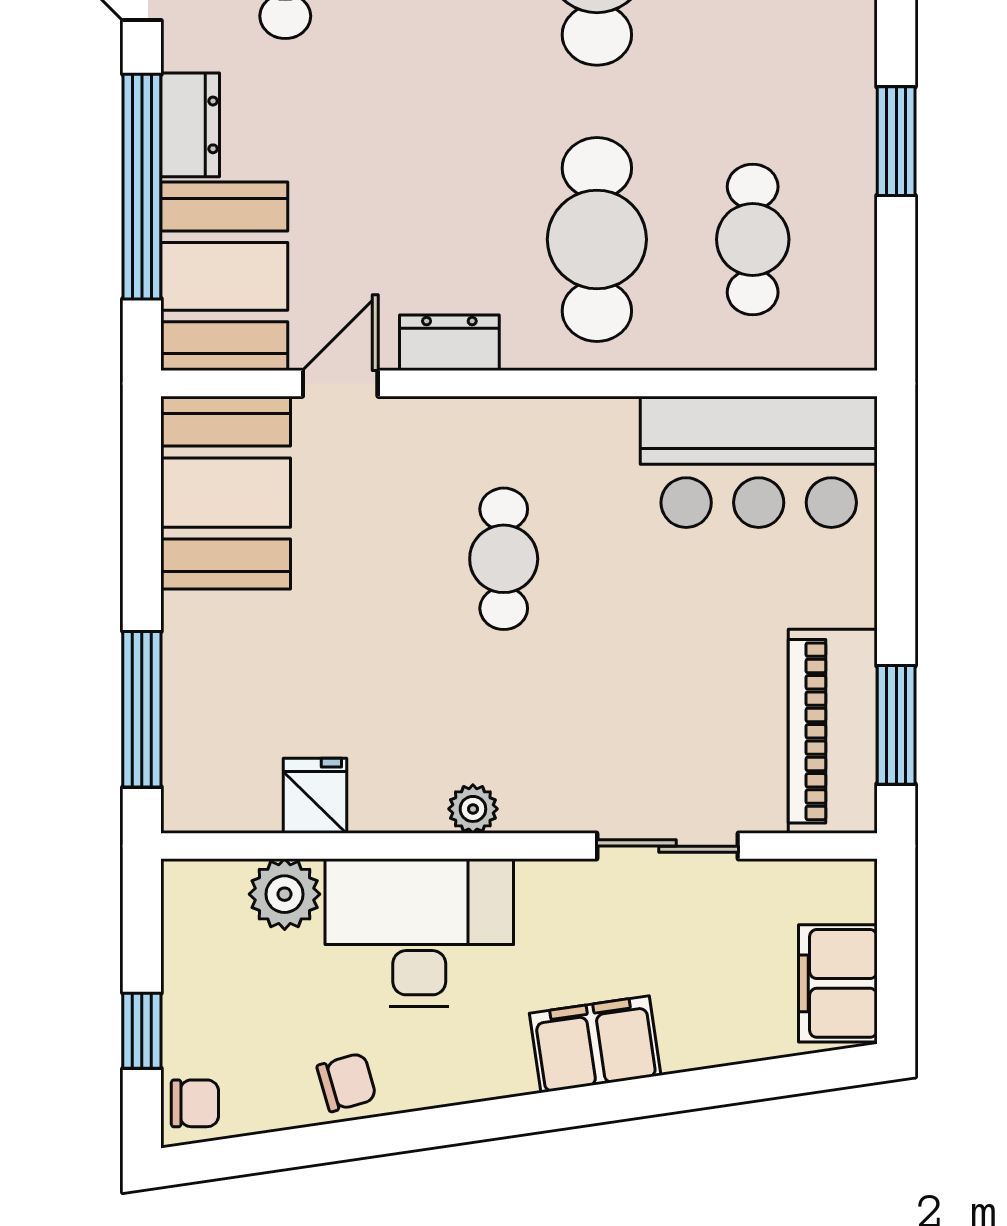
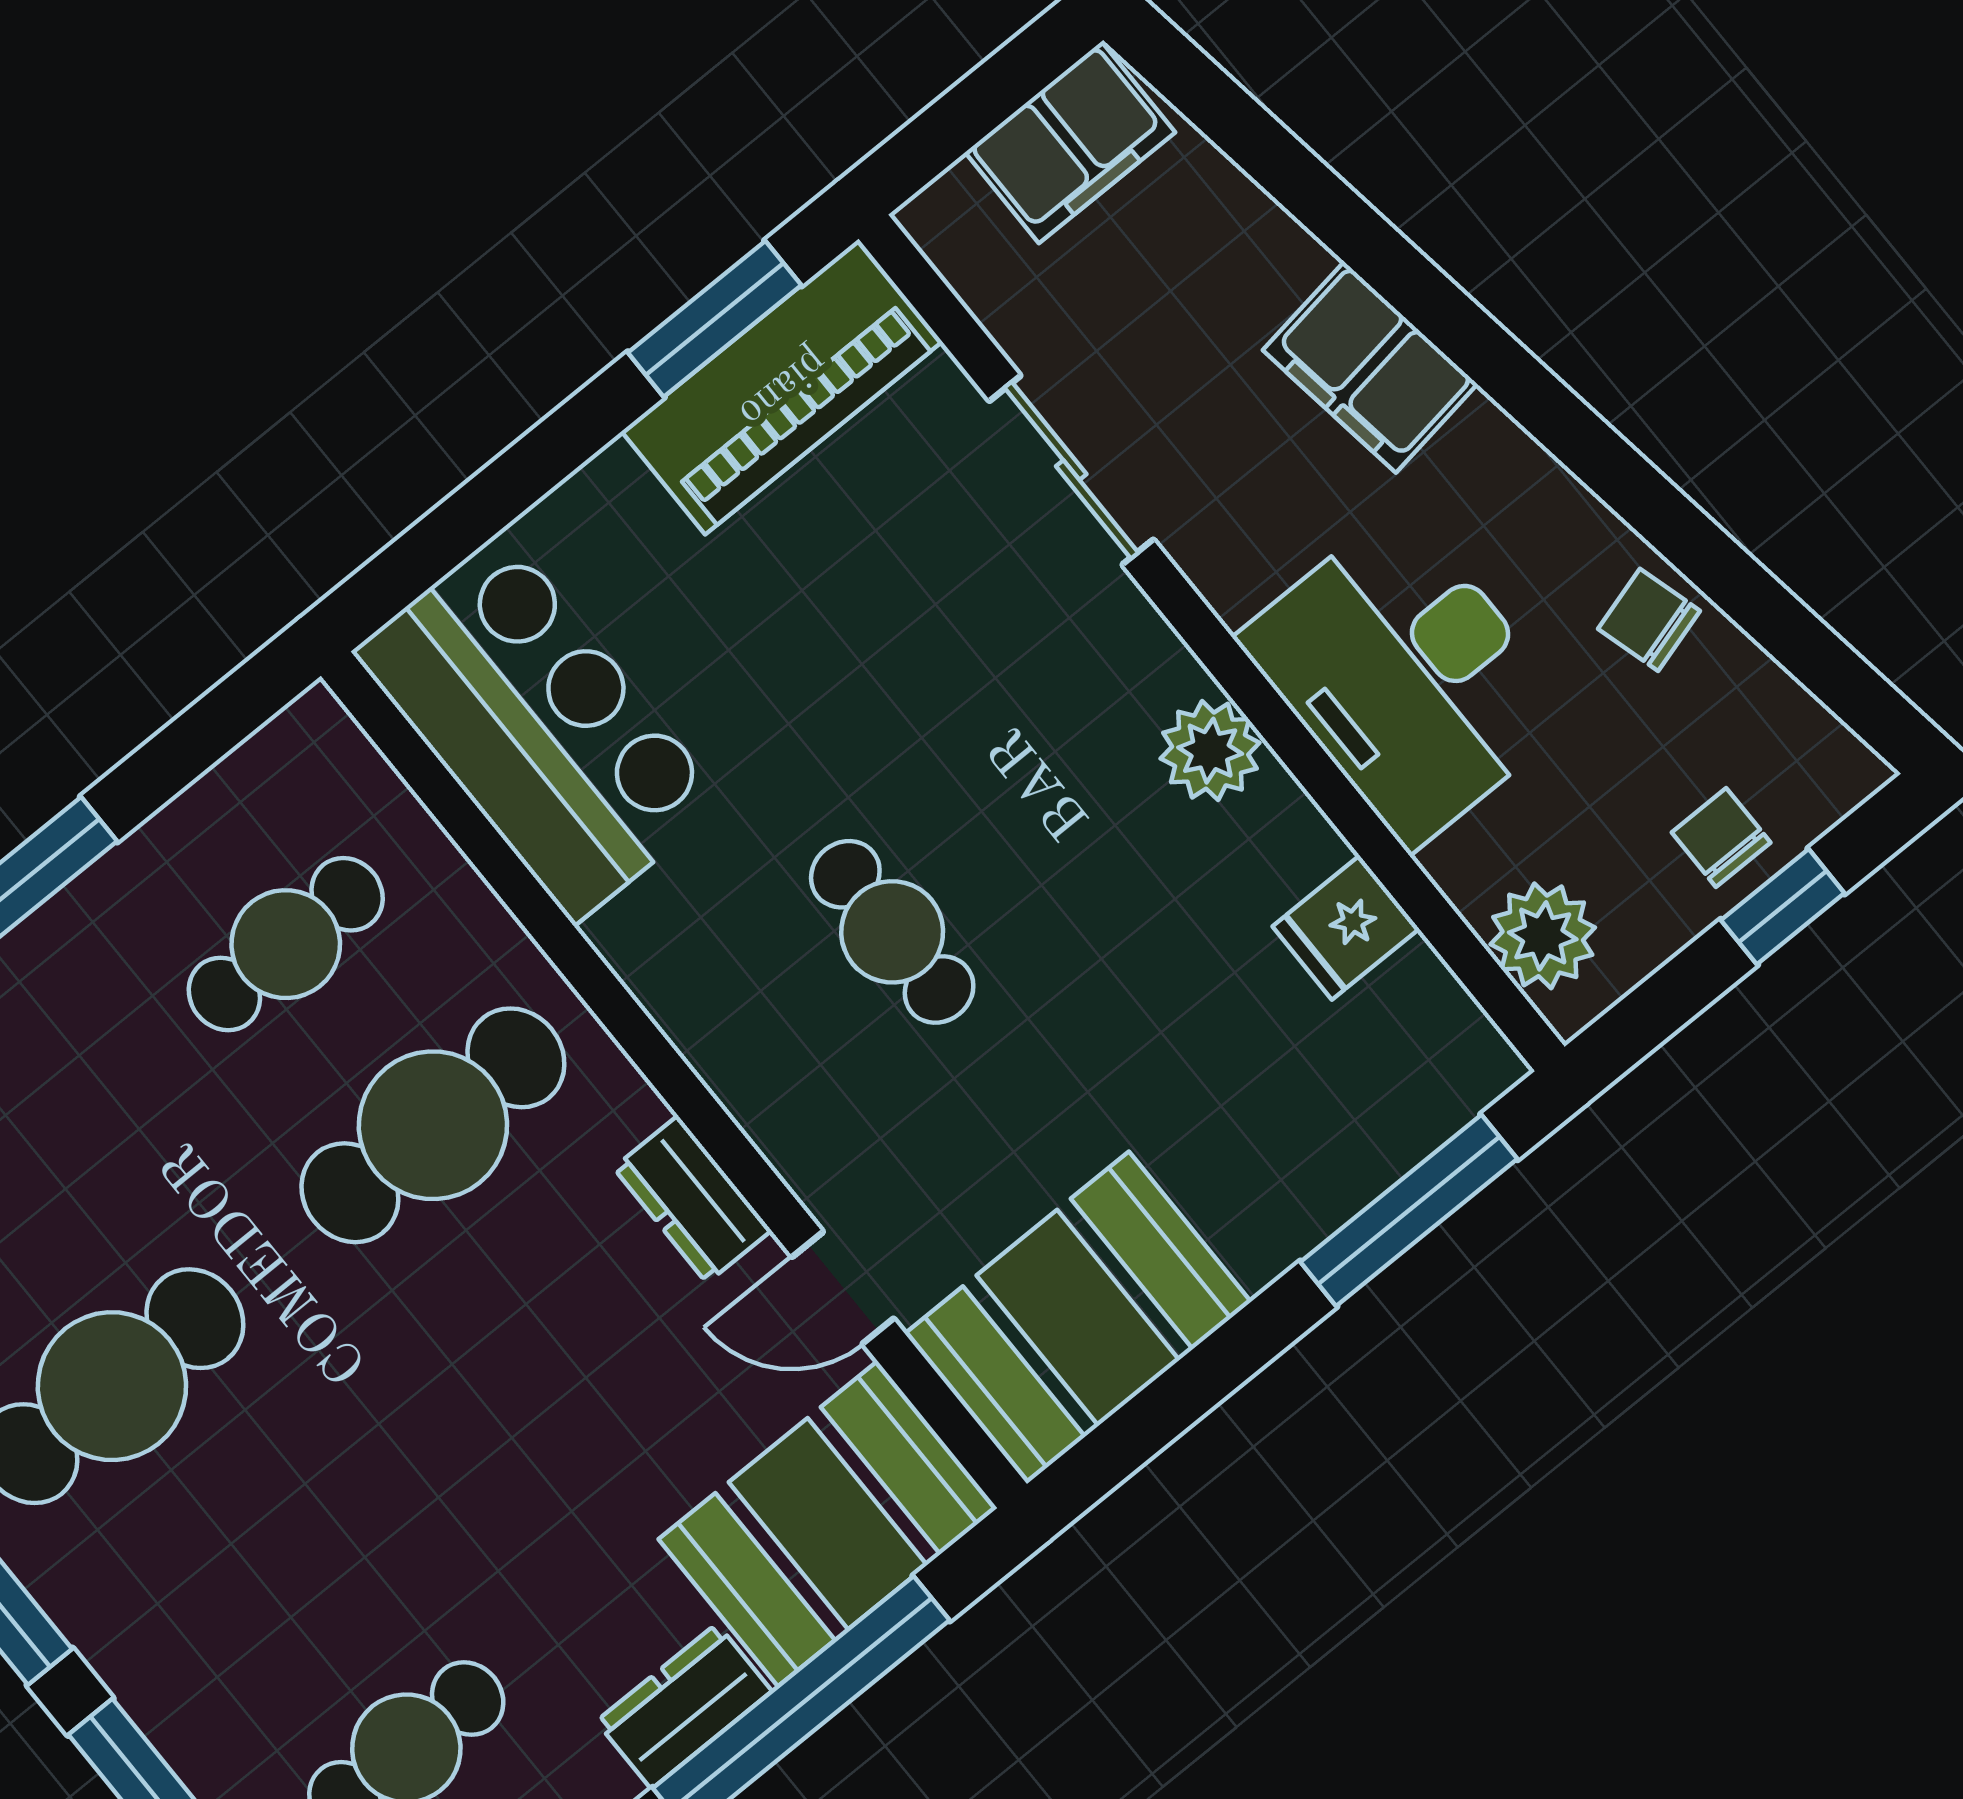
cafe table: (504, 559) -> (892, 932), turned 90
plant: (473, 809) -> (1210, 751), width x1.38, depth x1.38
plant: (285, 894) -> (1543, 936), moved
chair: (195, 1103) -> (1721, 837), moved

